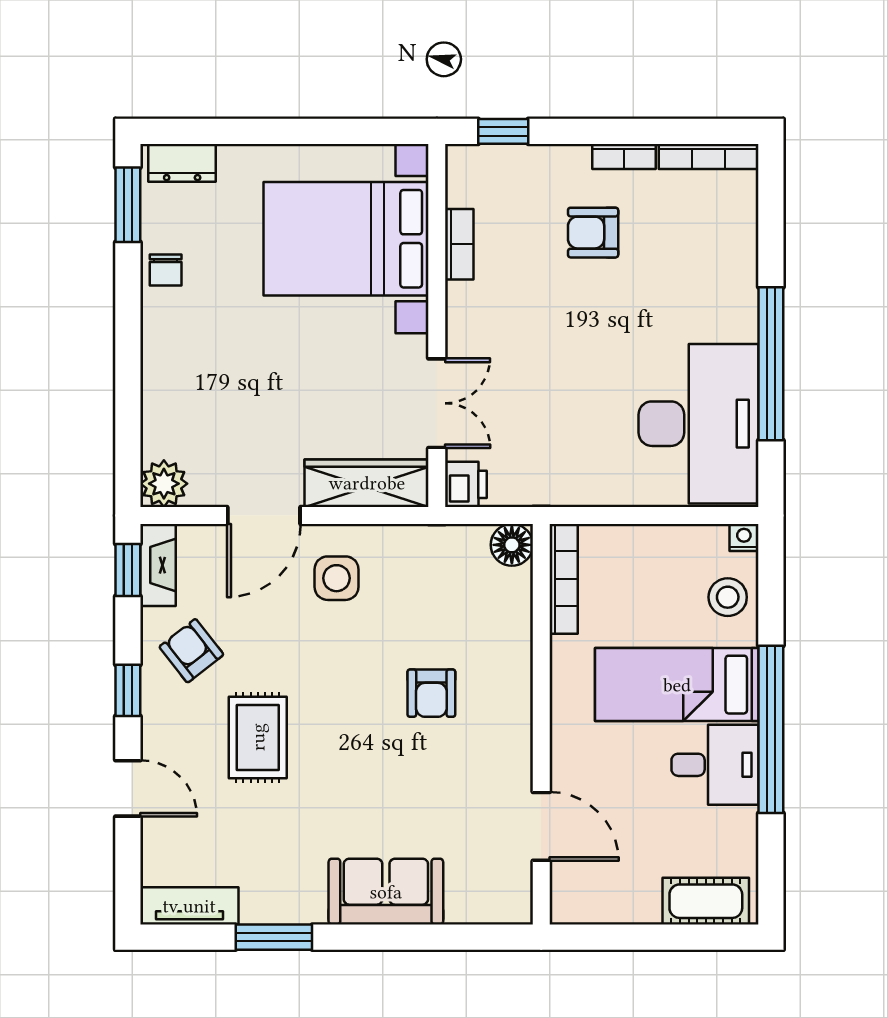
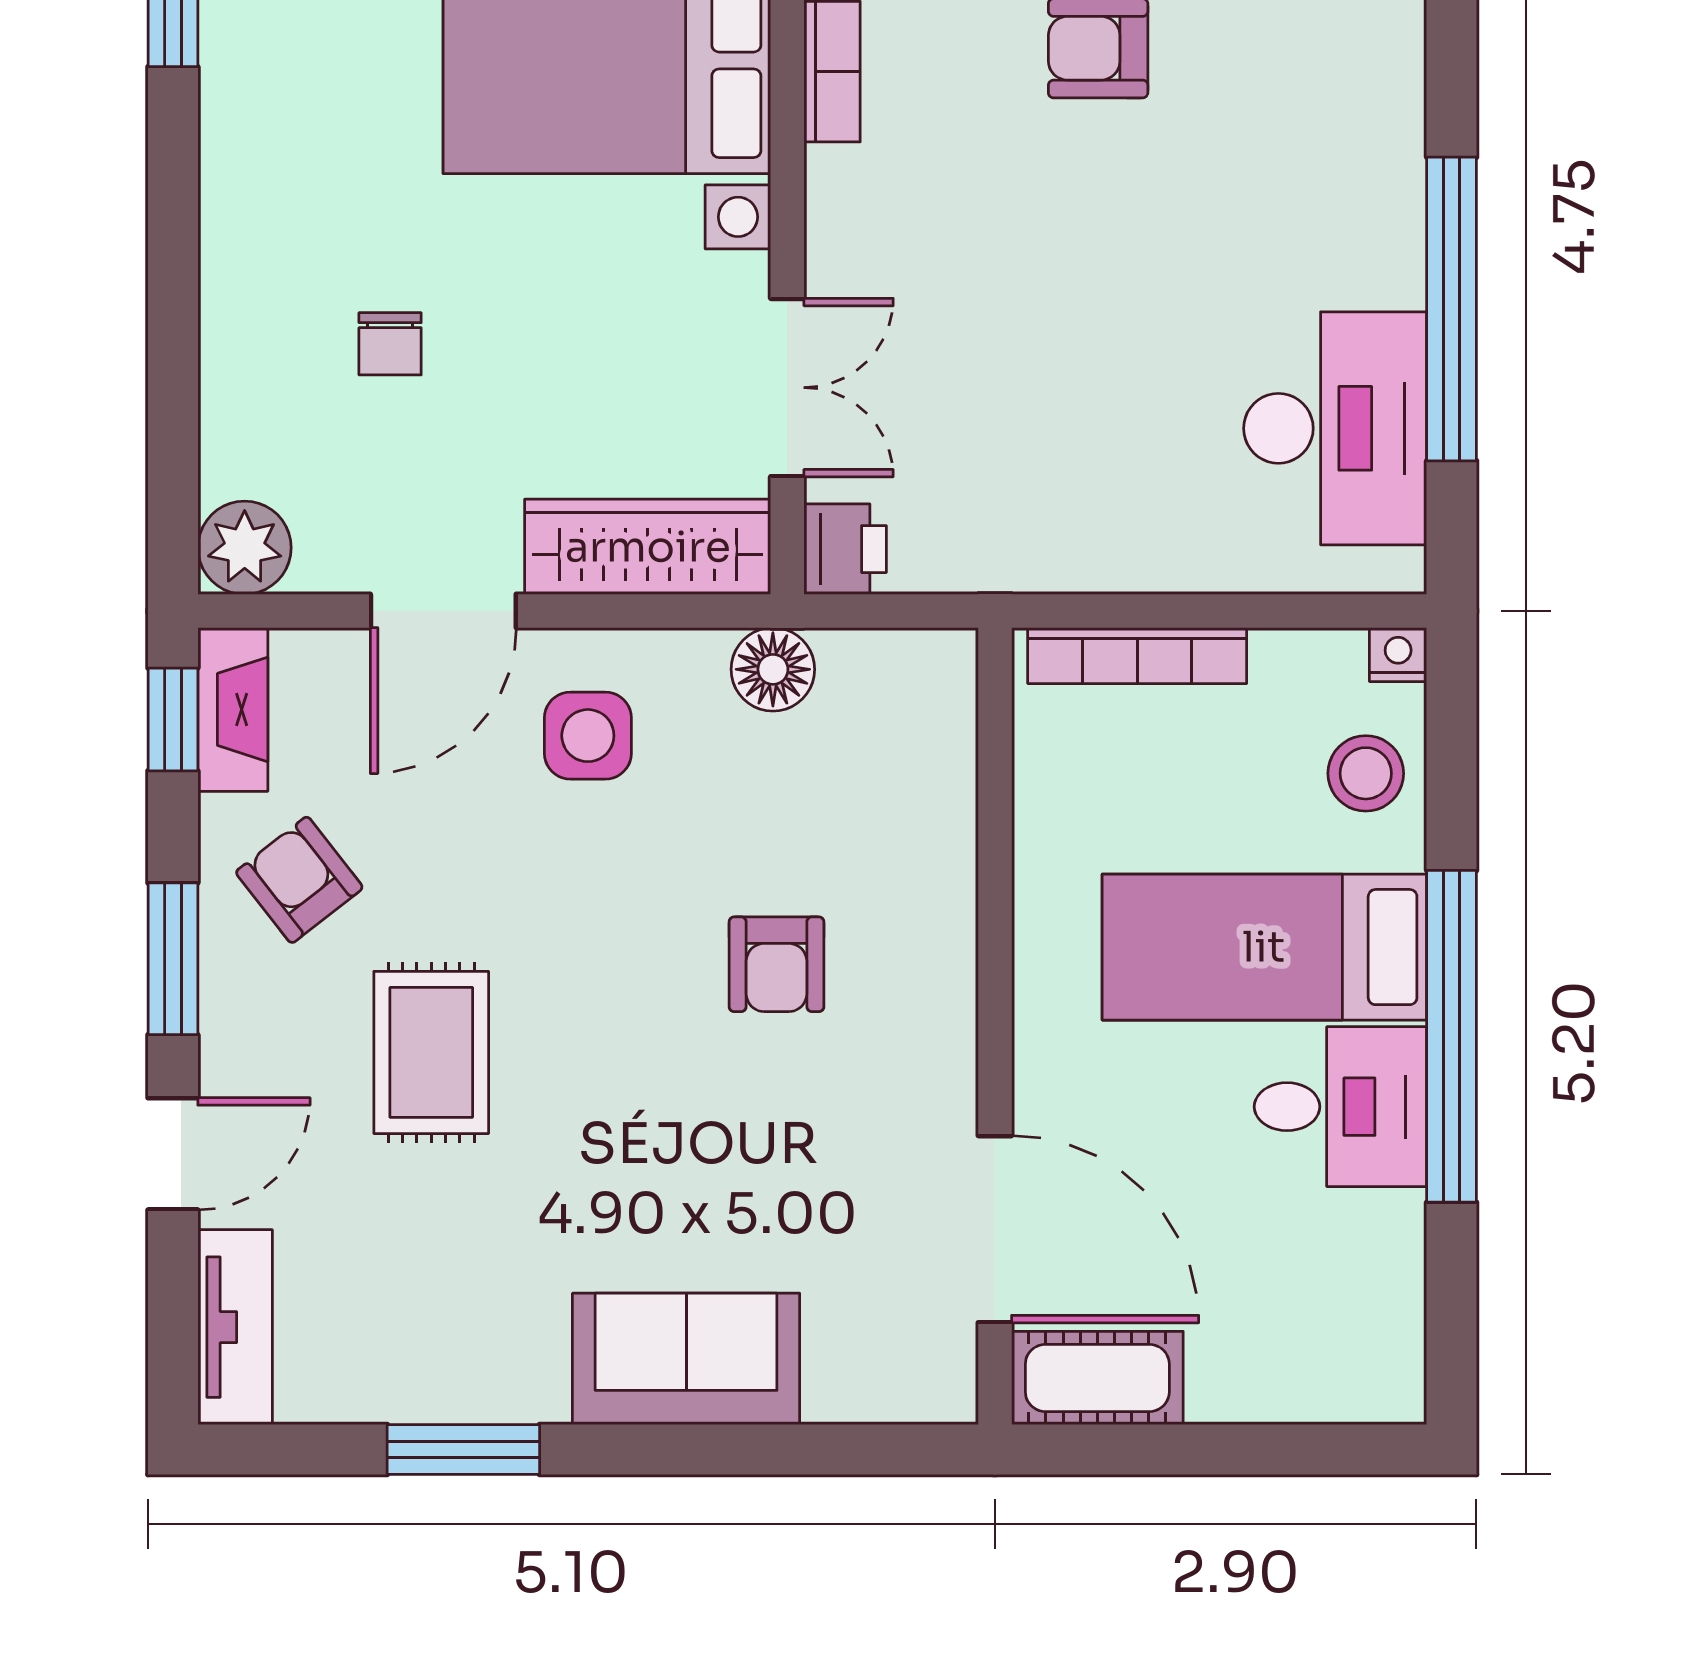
chair: (166, 270) -> (390, 344), moved
desk: (698, 424) -> (1335, 428), width x0.73, depth x0.77
floor lamp: (512, 545) -> (773, 669), moved
bookcase: (564, 579) -> (1137, 656), moved, turned 90
window: (128, 690) -> (173, 959), width x1.50
door: (128, 788) -> (173, 1154), hinge flipped
door: (541, 826) -> (995, 1229), width x1.36
cot: (706, 901) -> (1097, 1378), moved
tv unit: (189, 906) -> (235, 1327), moved, turned 90

